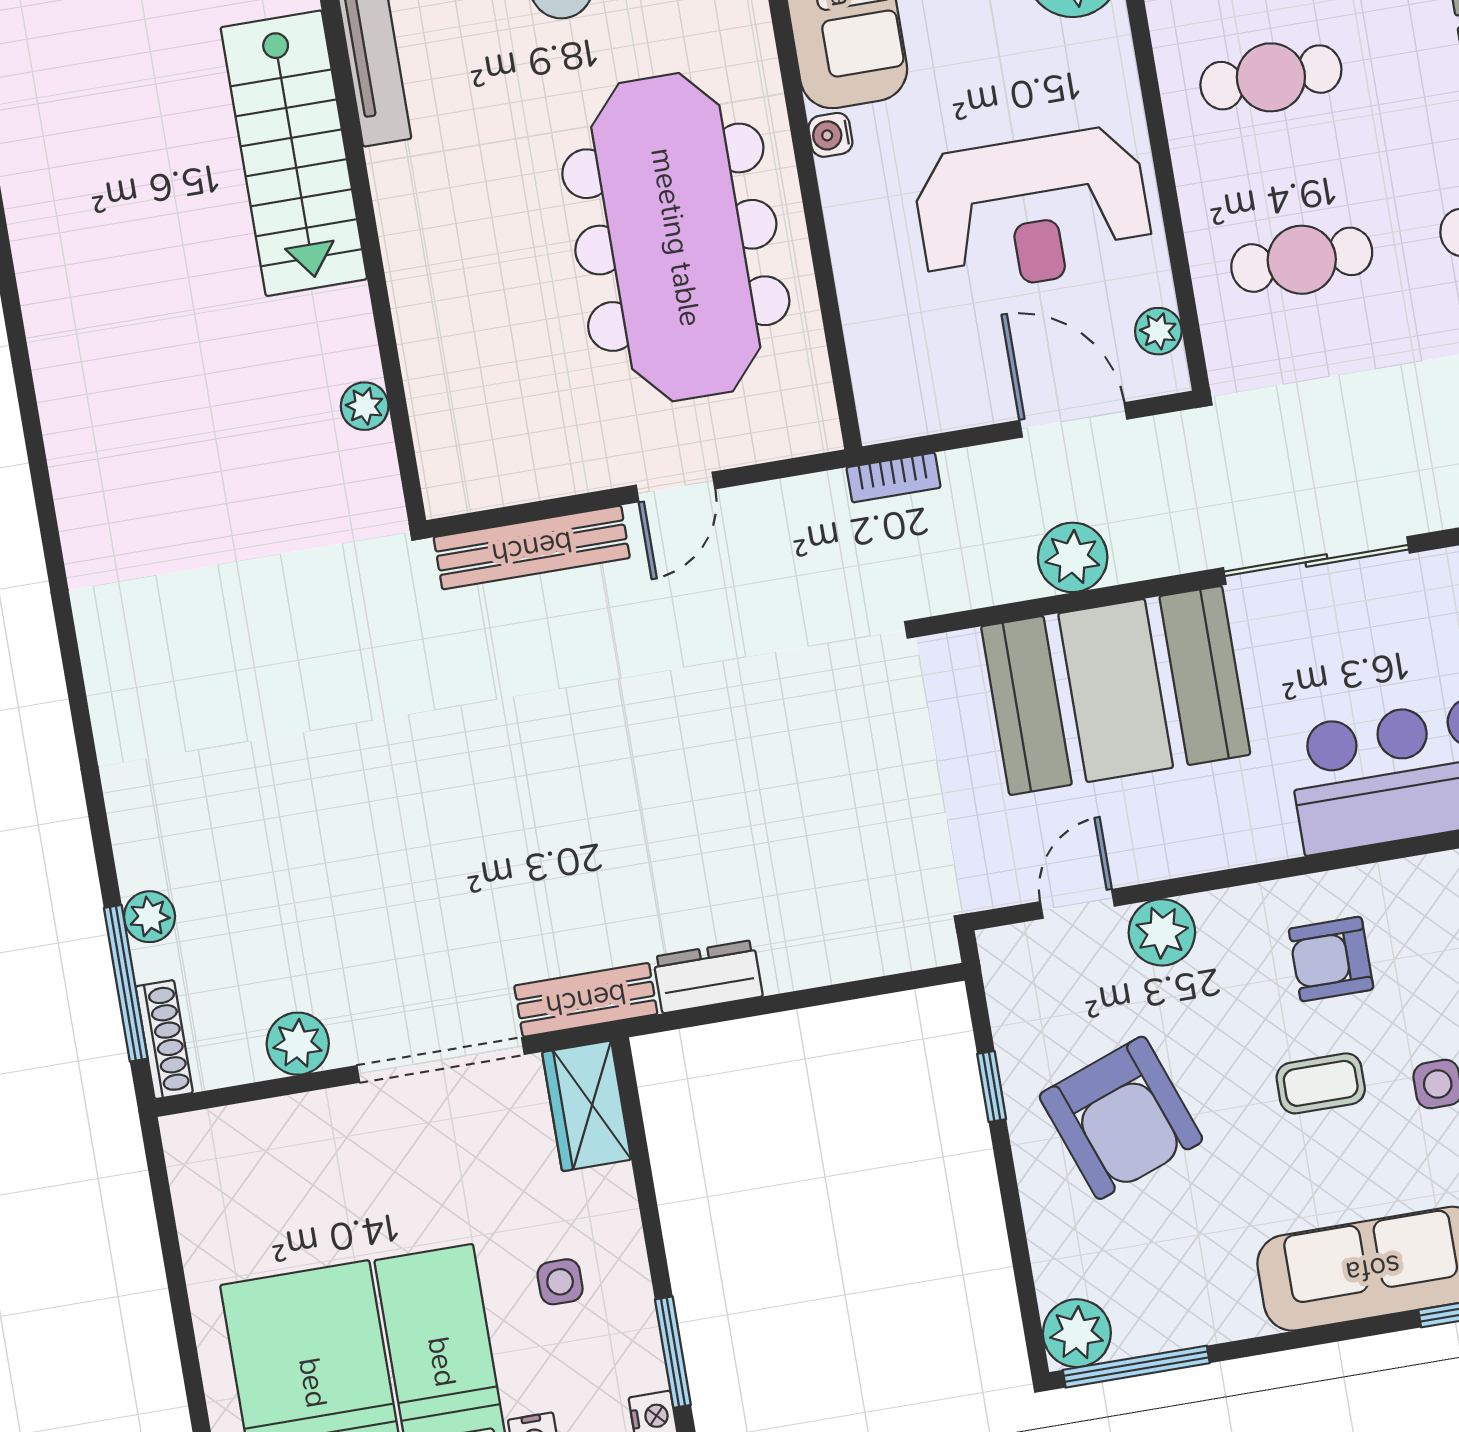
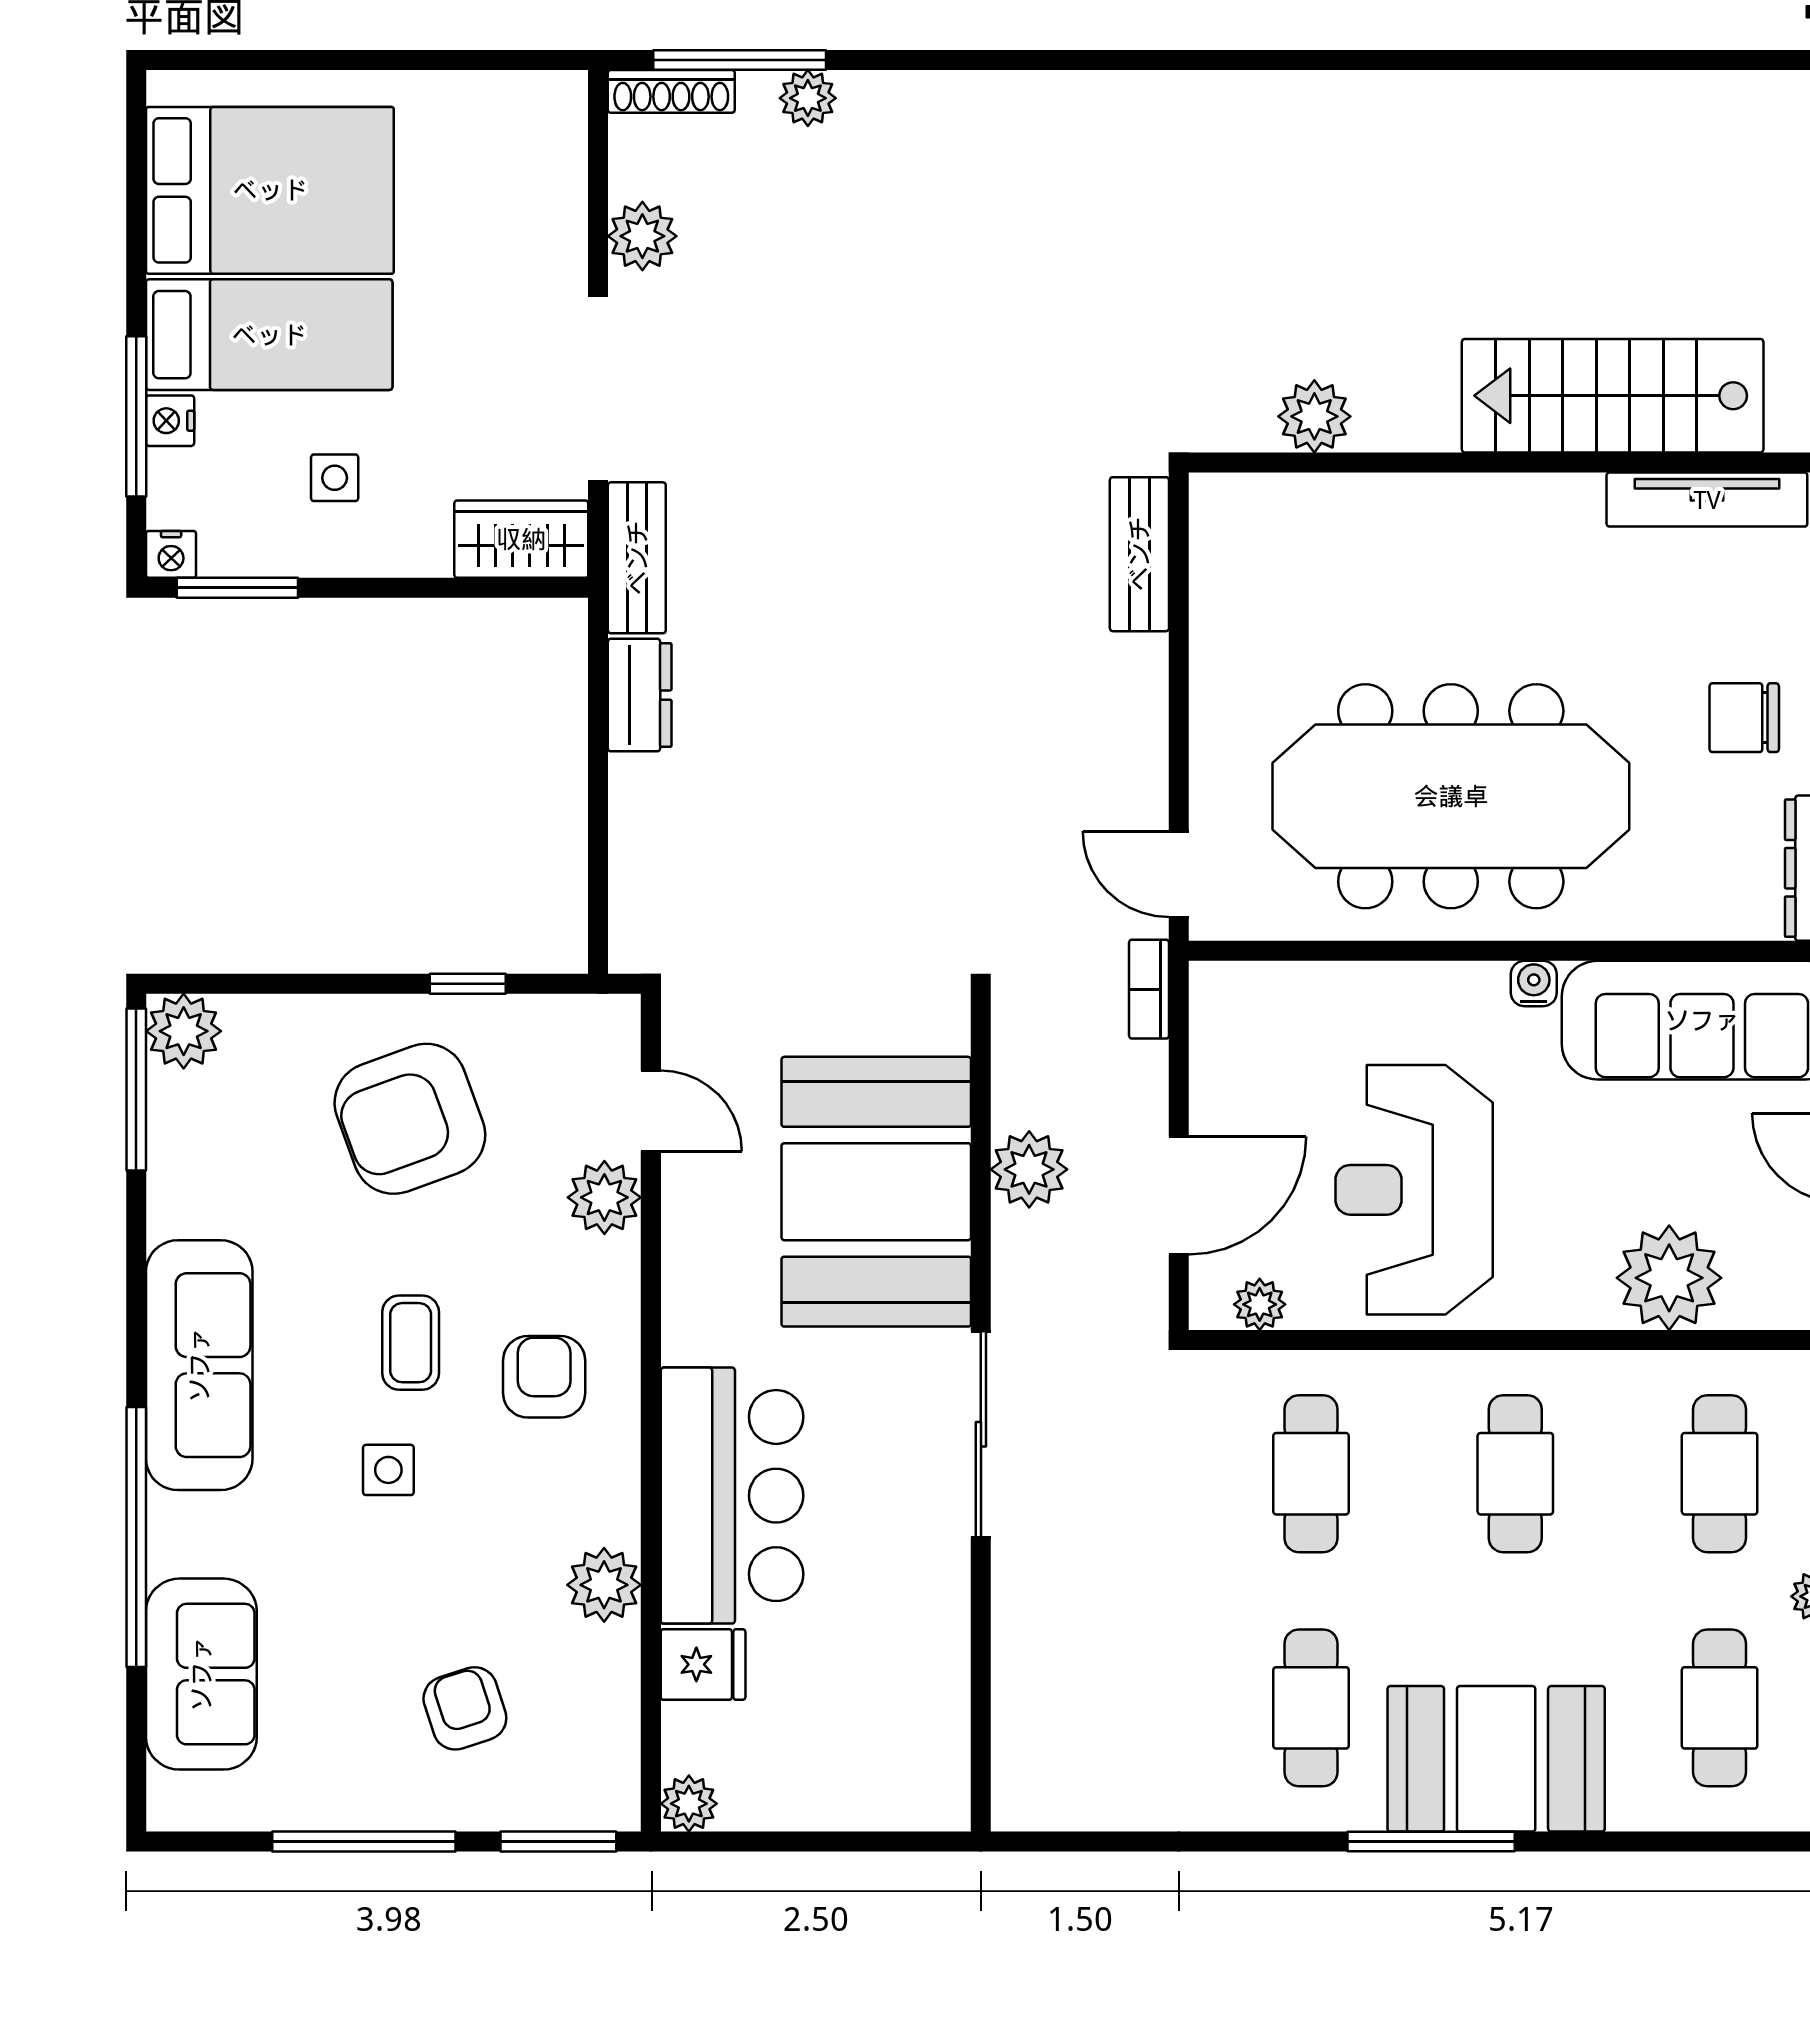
plant: (365, 406) -> (1314, 416), width x1.38, depth x1.38
door: (676, 487) -> (1179, 874), moved
bench: (532, 548) -> (1139, 554), width x0.73

